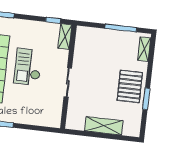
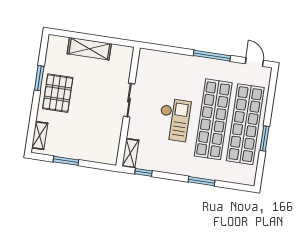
window: (121, 28) -> (66, 161), width x0.69

